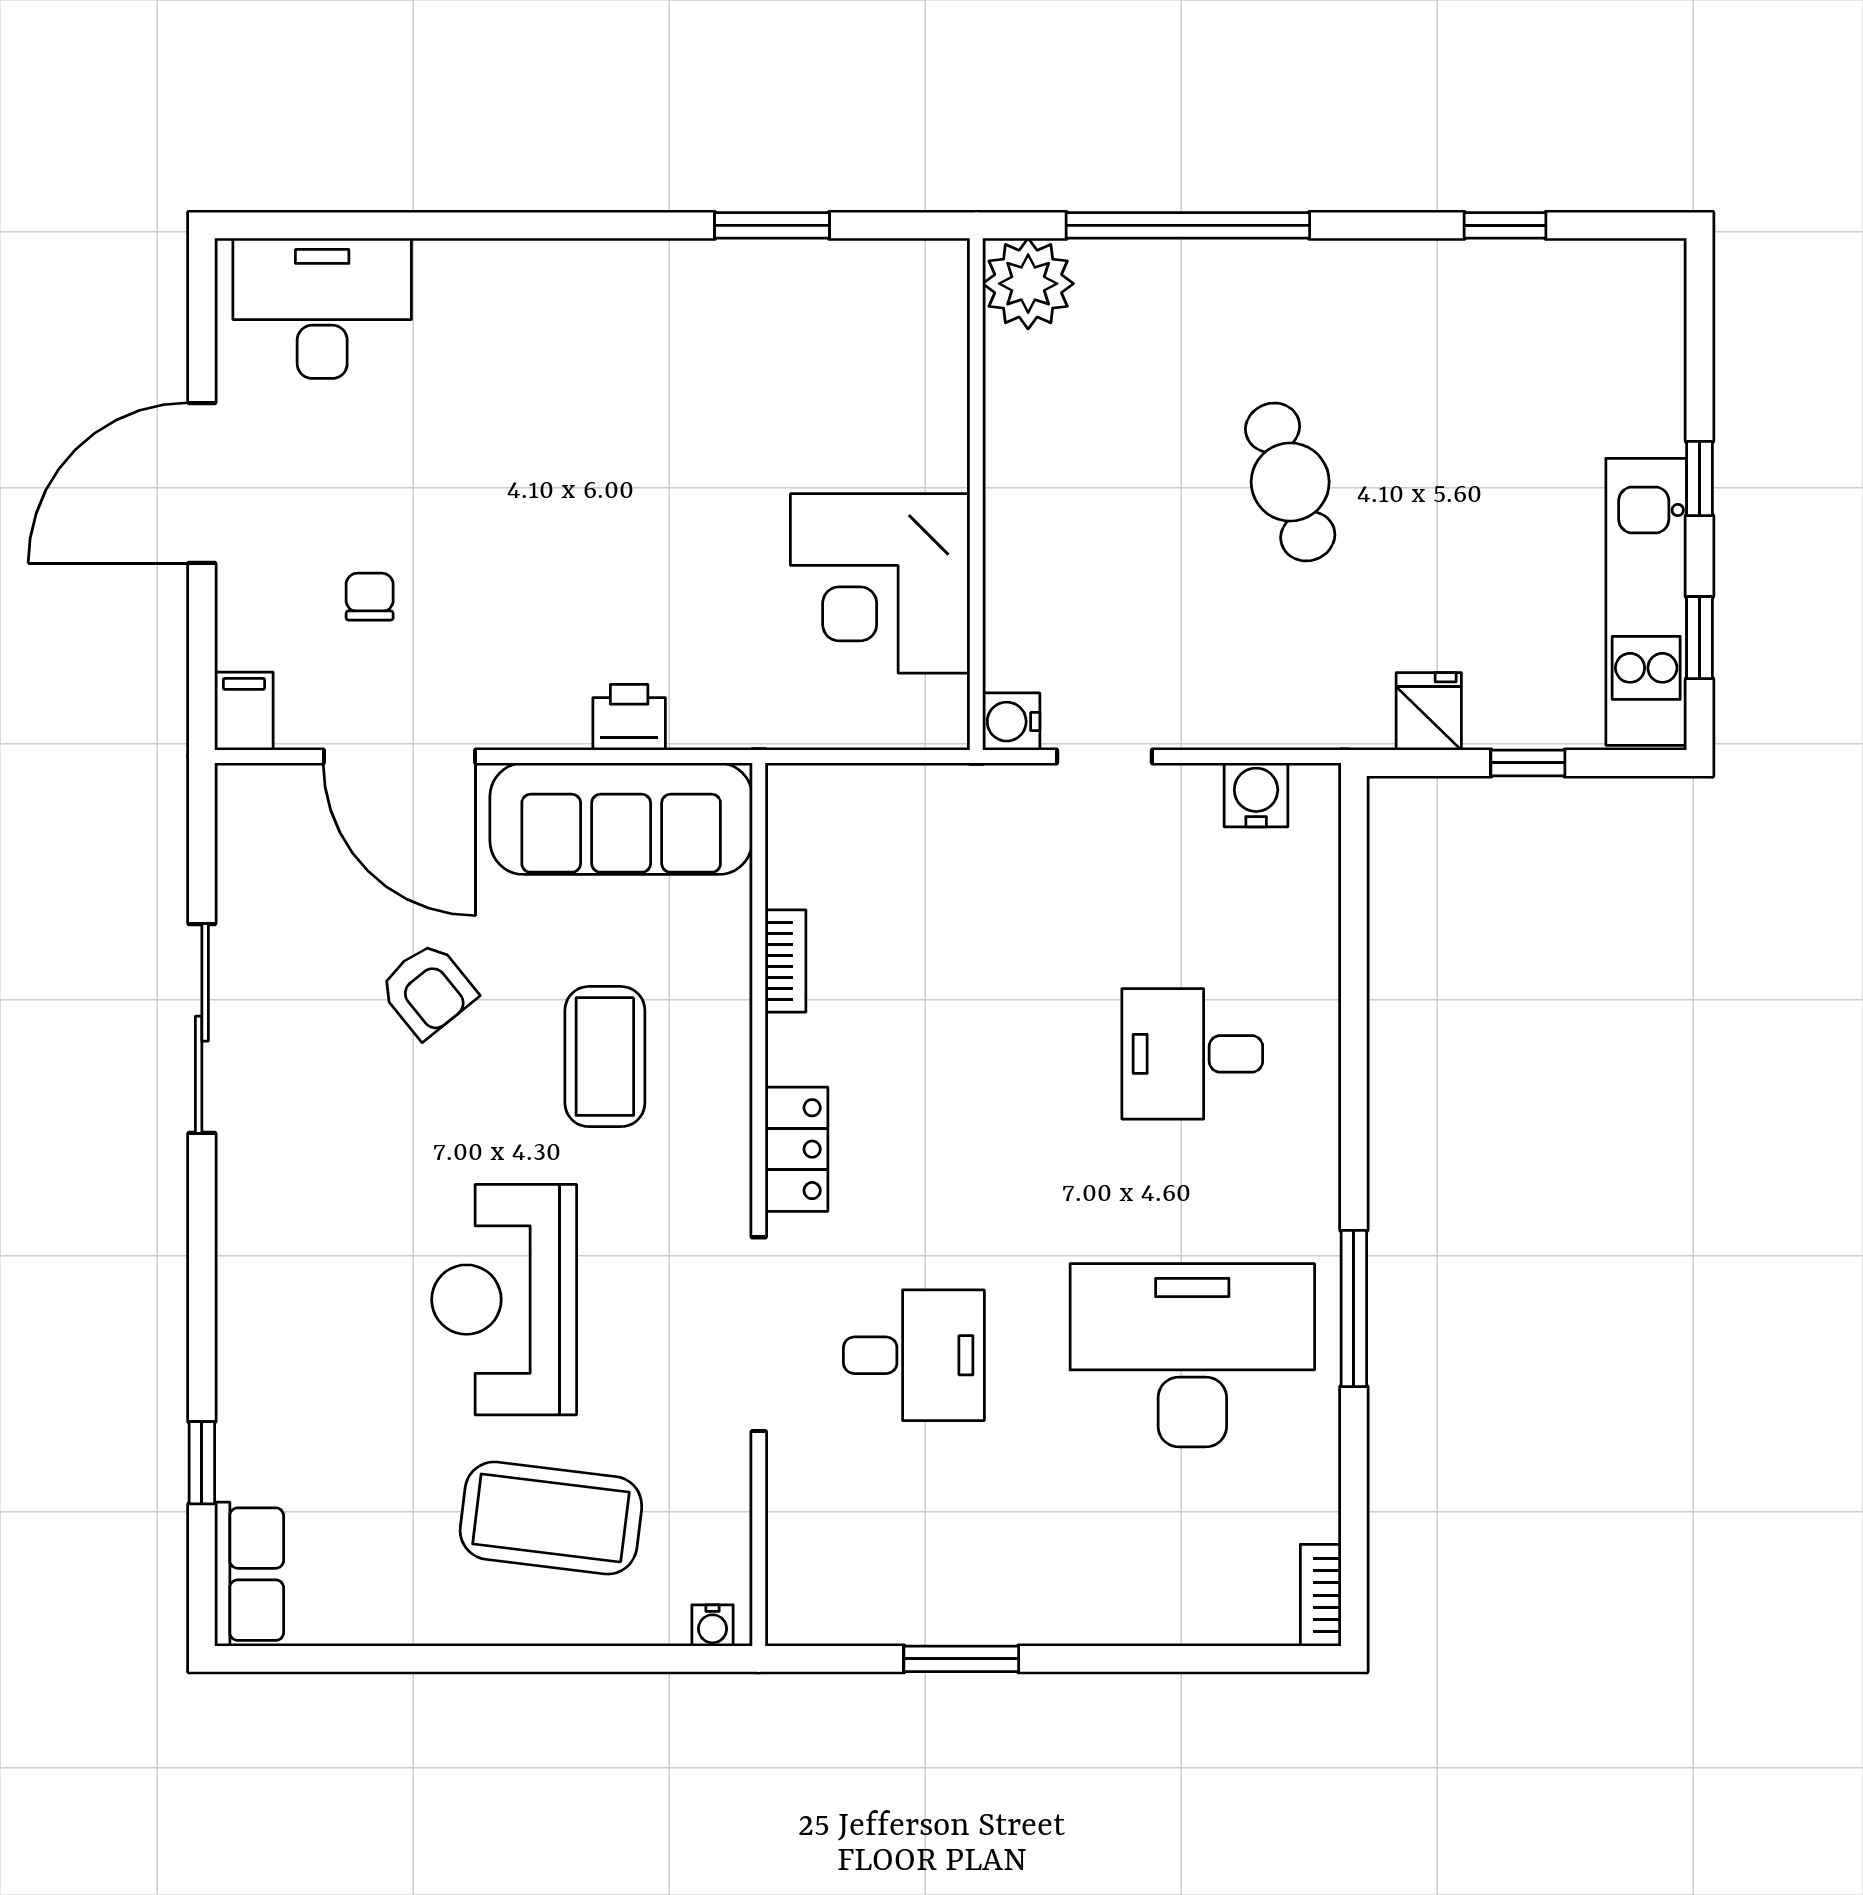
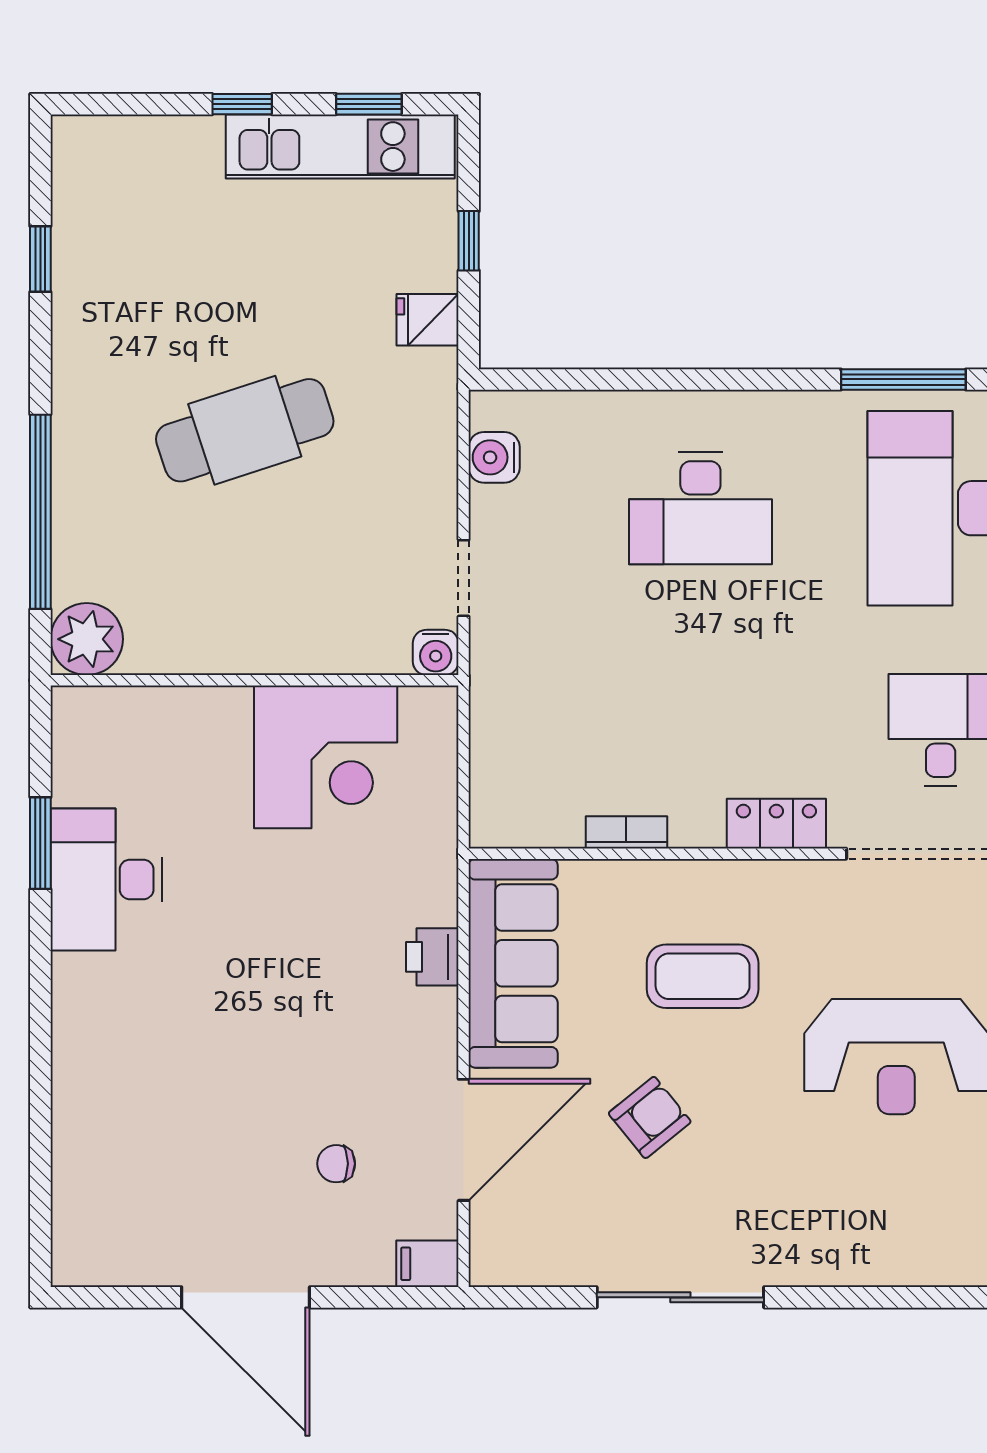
desk: (322, 308) -> (106, 879), moved
cafe table: (1290, 482) -> (245, 430), width x1.37, depth x1.35
desk: (1192, 1054) -> (700, 508), width x1.37

